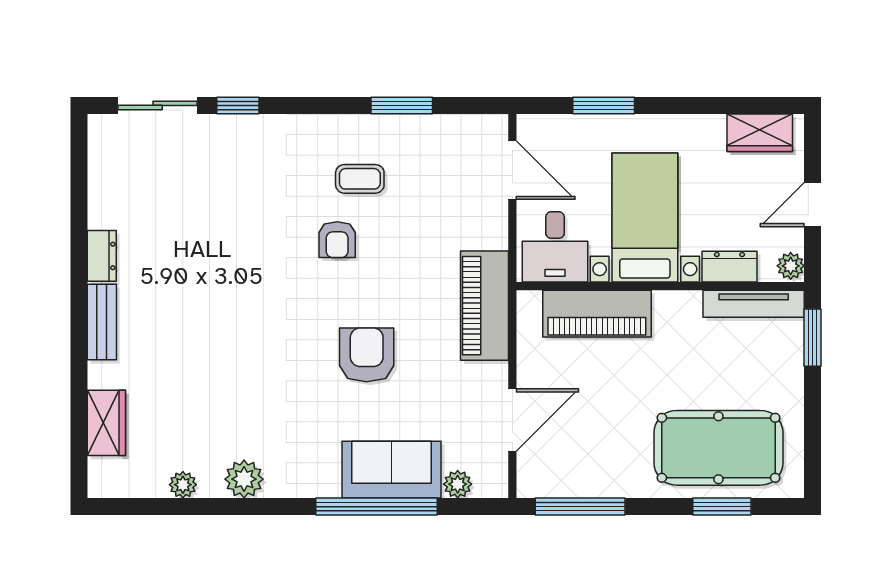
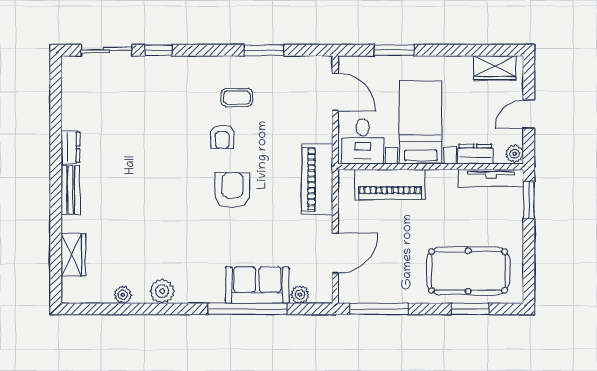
armchair: (367, 355) -> (232, 190), moved

